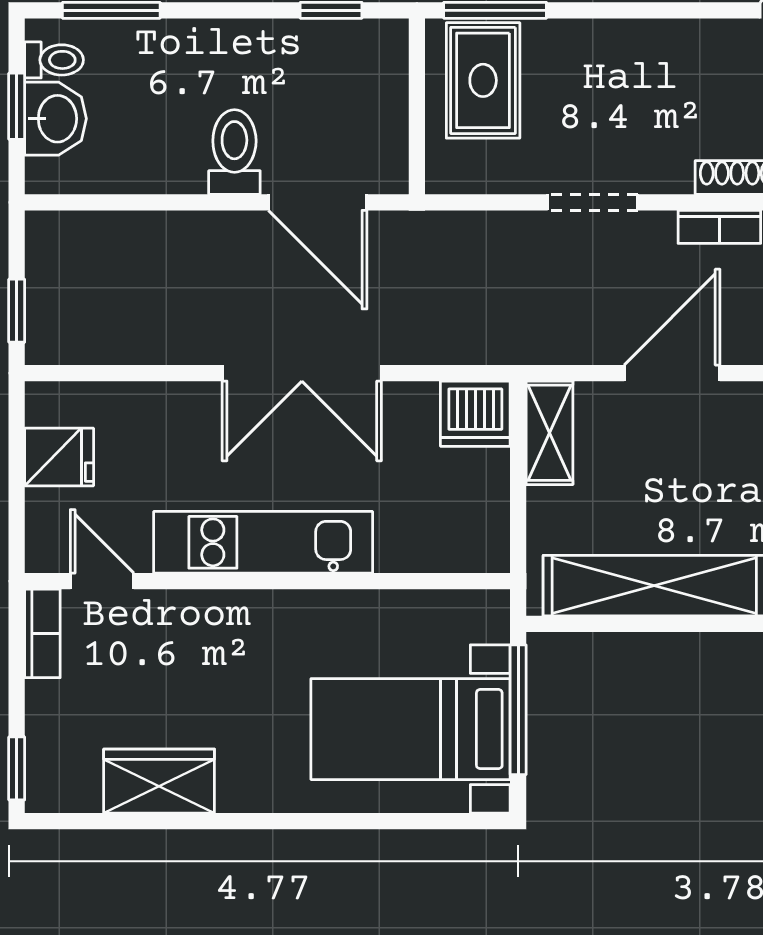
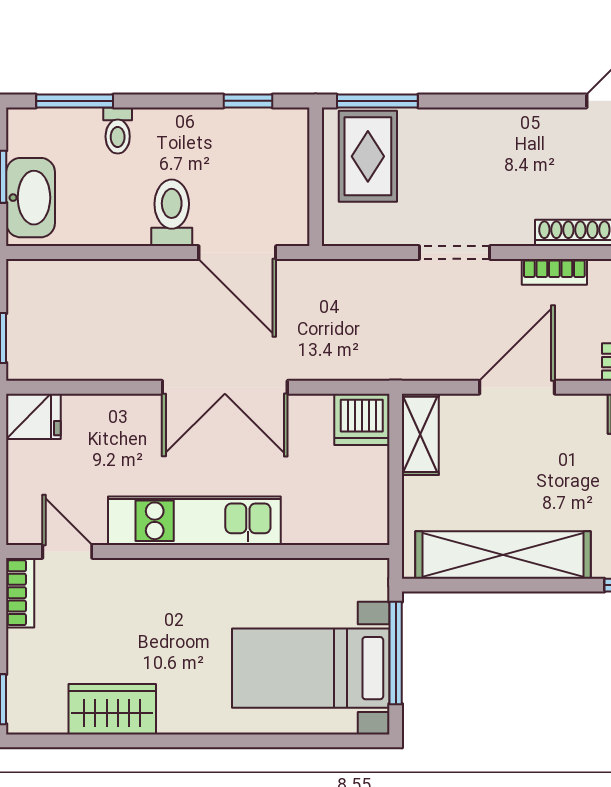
toilet: (54, 60) -> (118, 130), moved, turned 90
washbasin: (56, 119) -> (31, 198), width x1.38
fridge: (59, 457) -> (33, 416), moved

